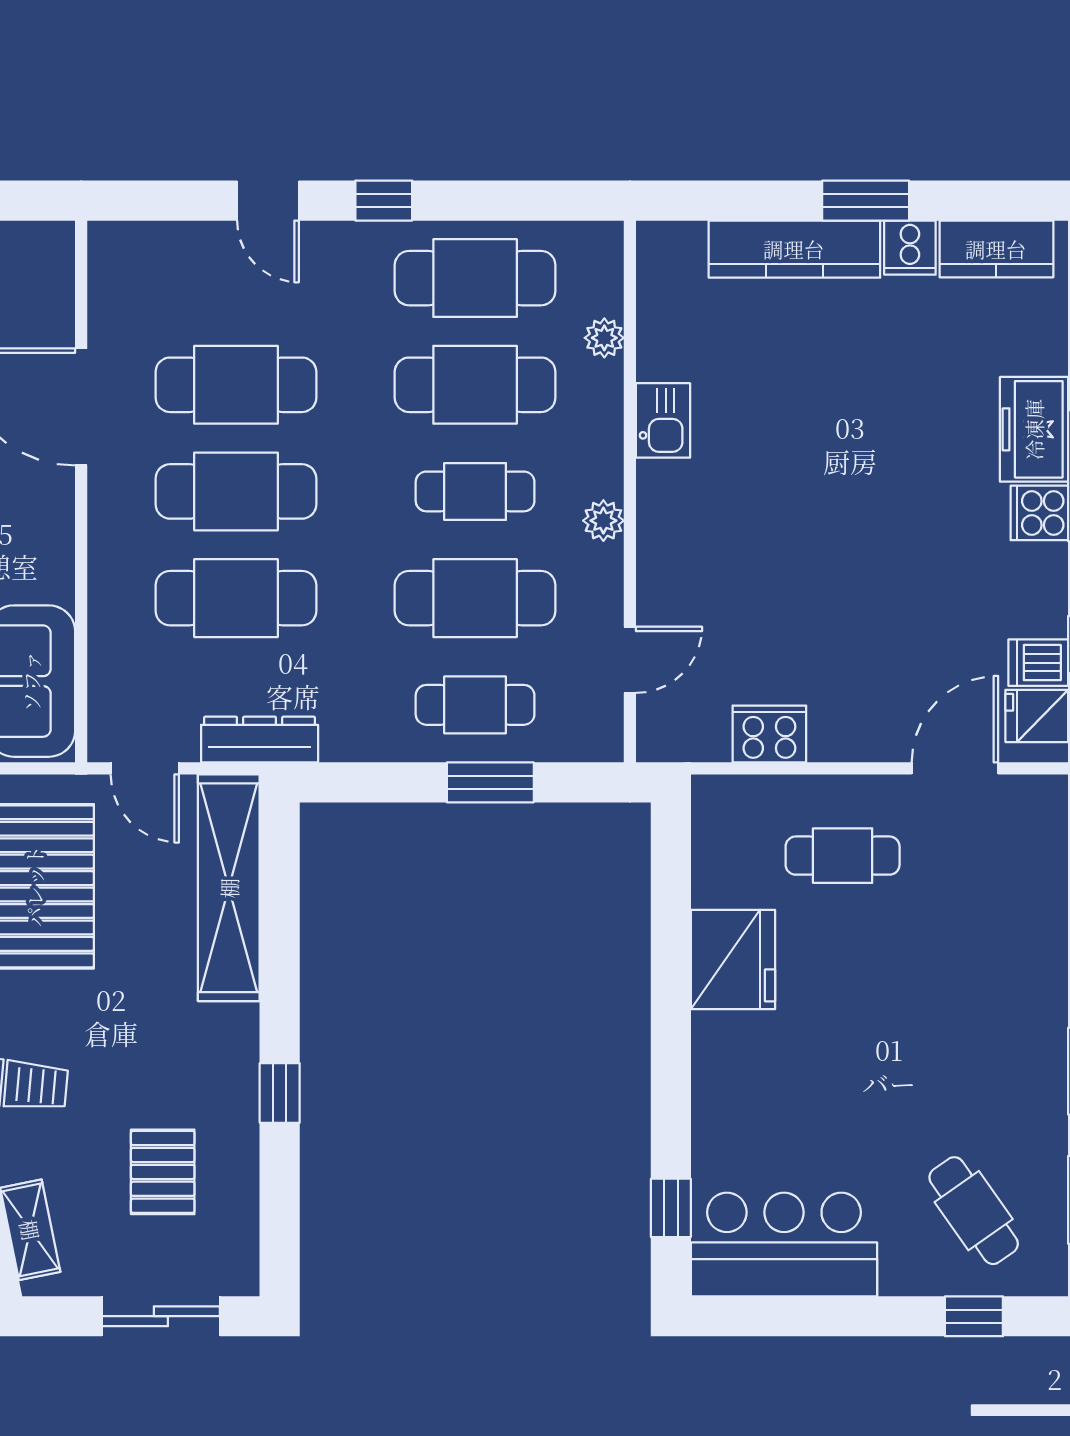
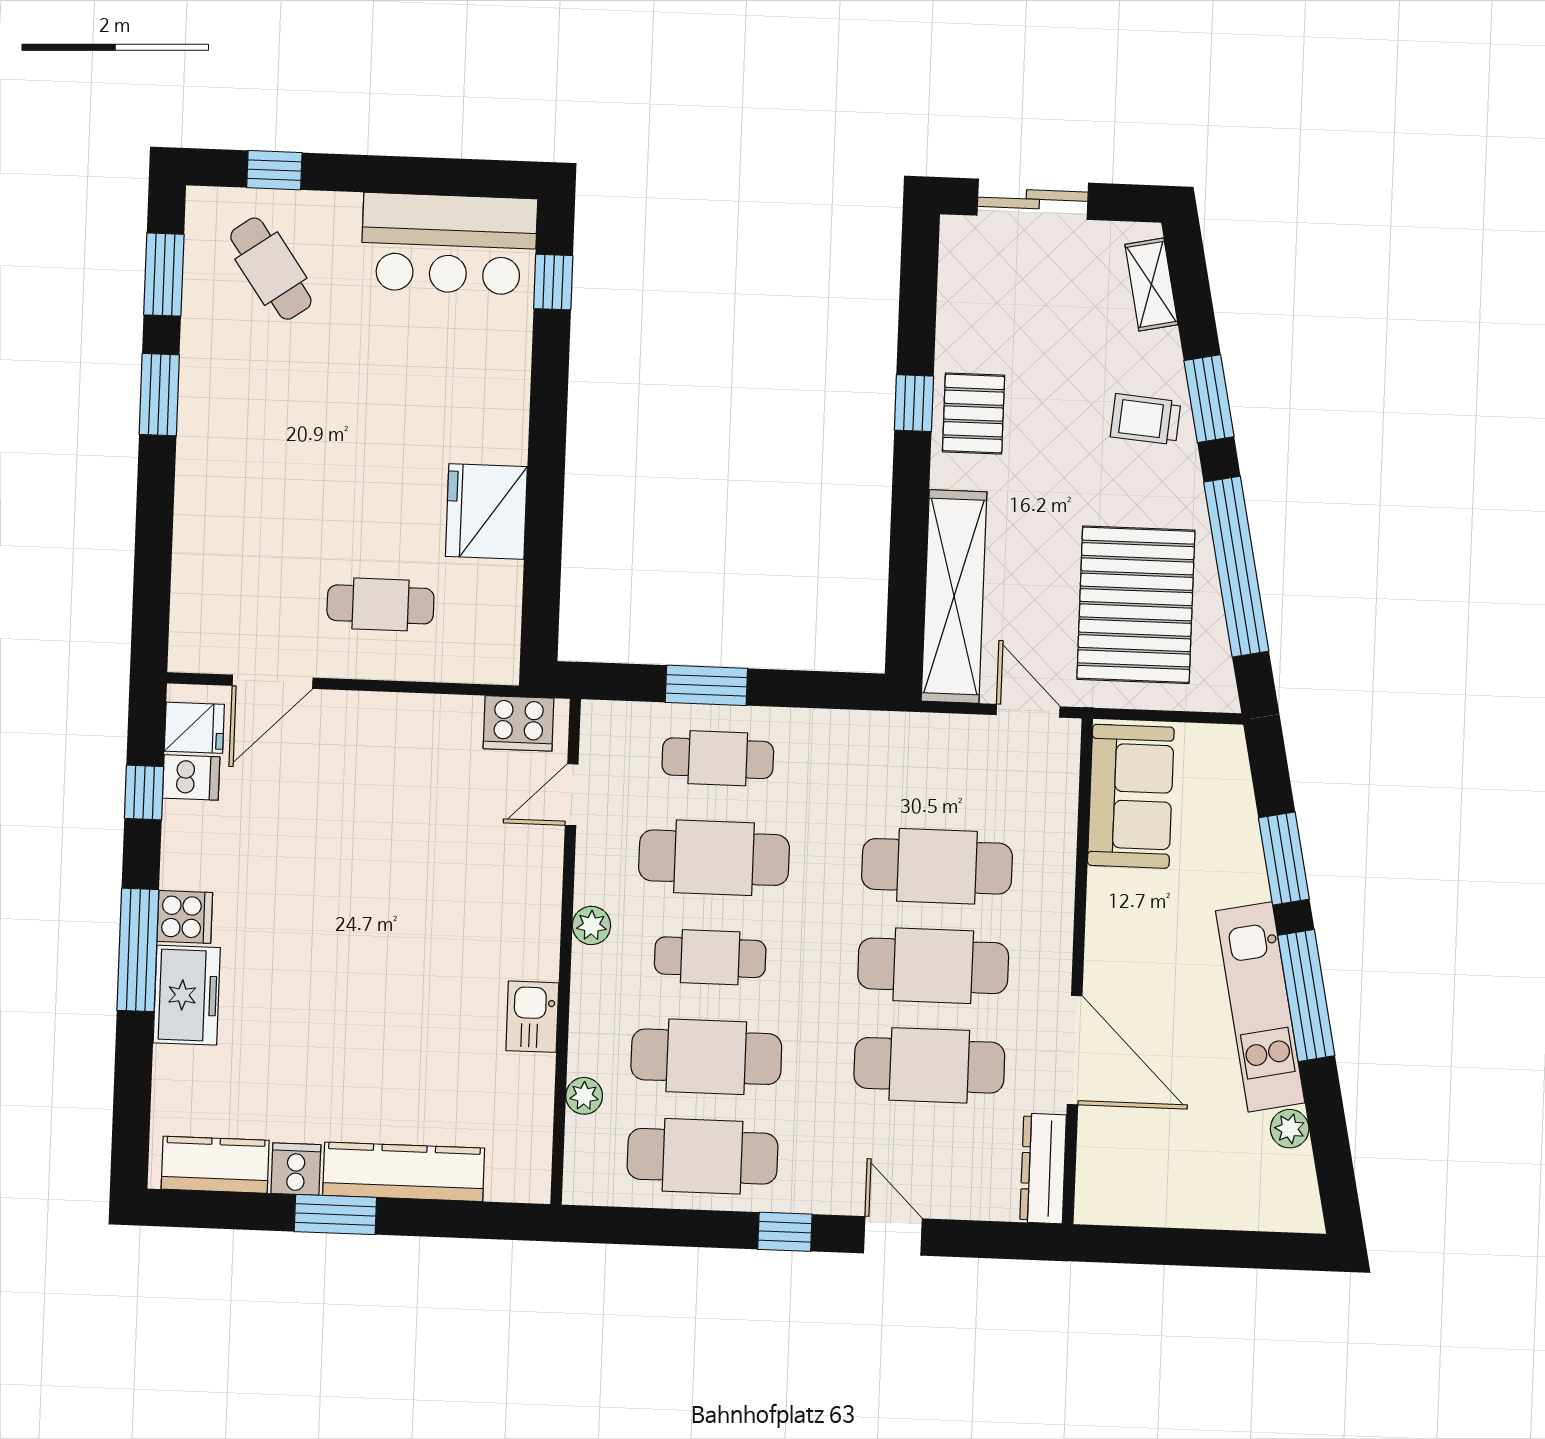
cooker: (769, 734) -> (519, 723), moved
dresser: (260, 740) -> (1043, 1168), moved, turned 90
pallet: (163, 1172) -> (974, 413), moved

